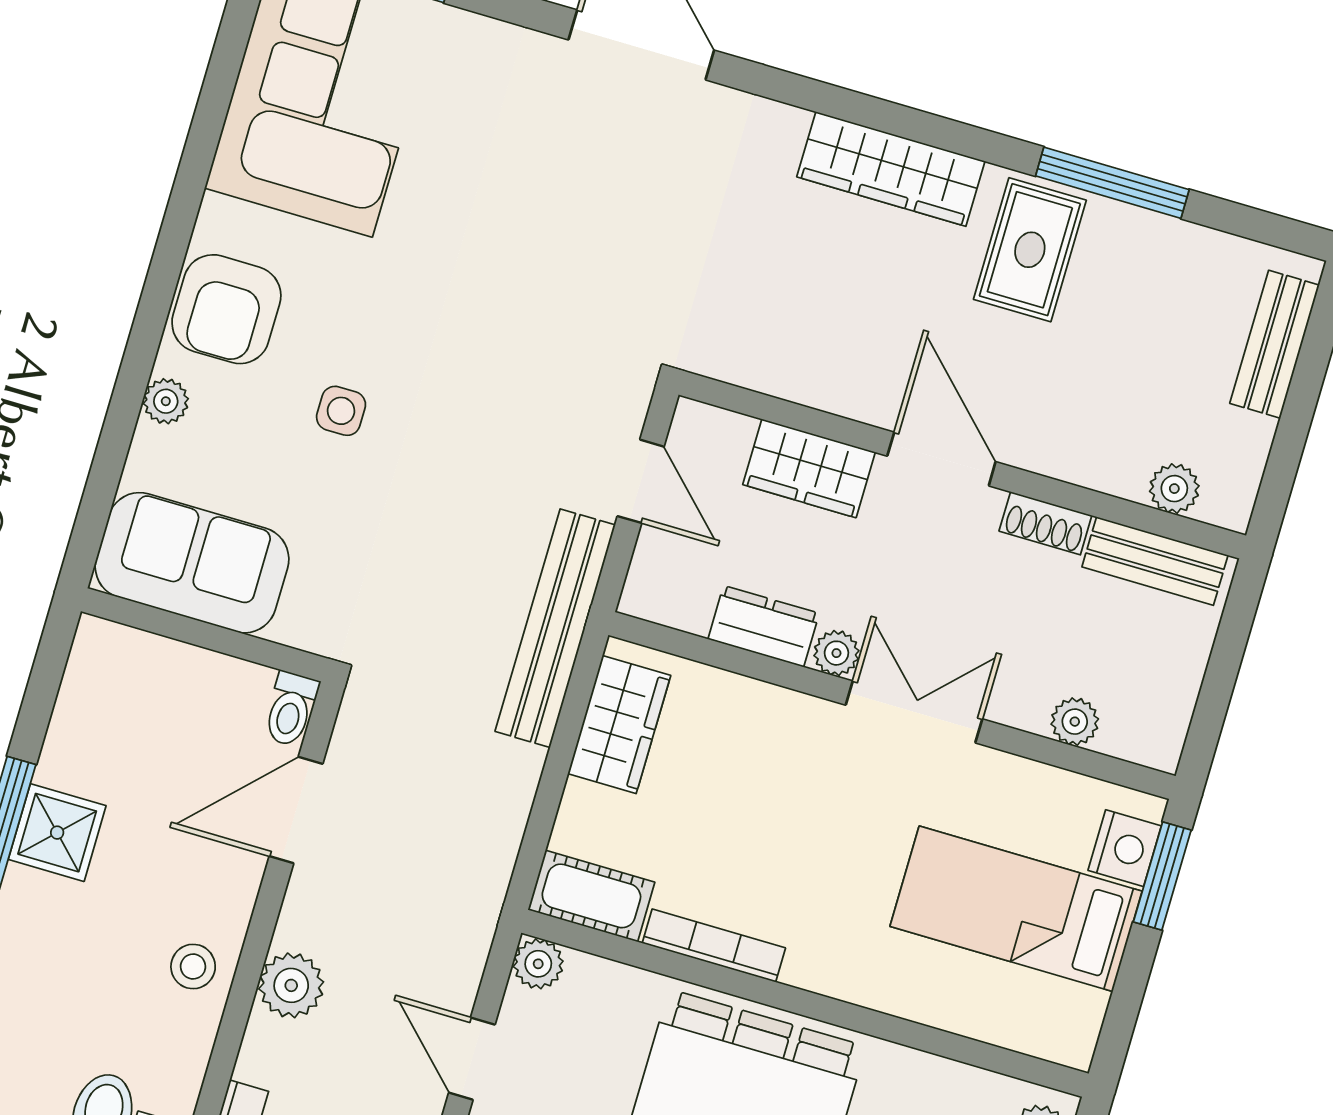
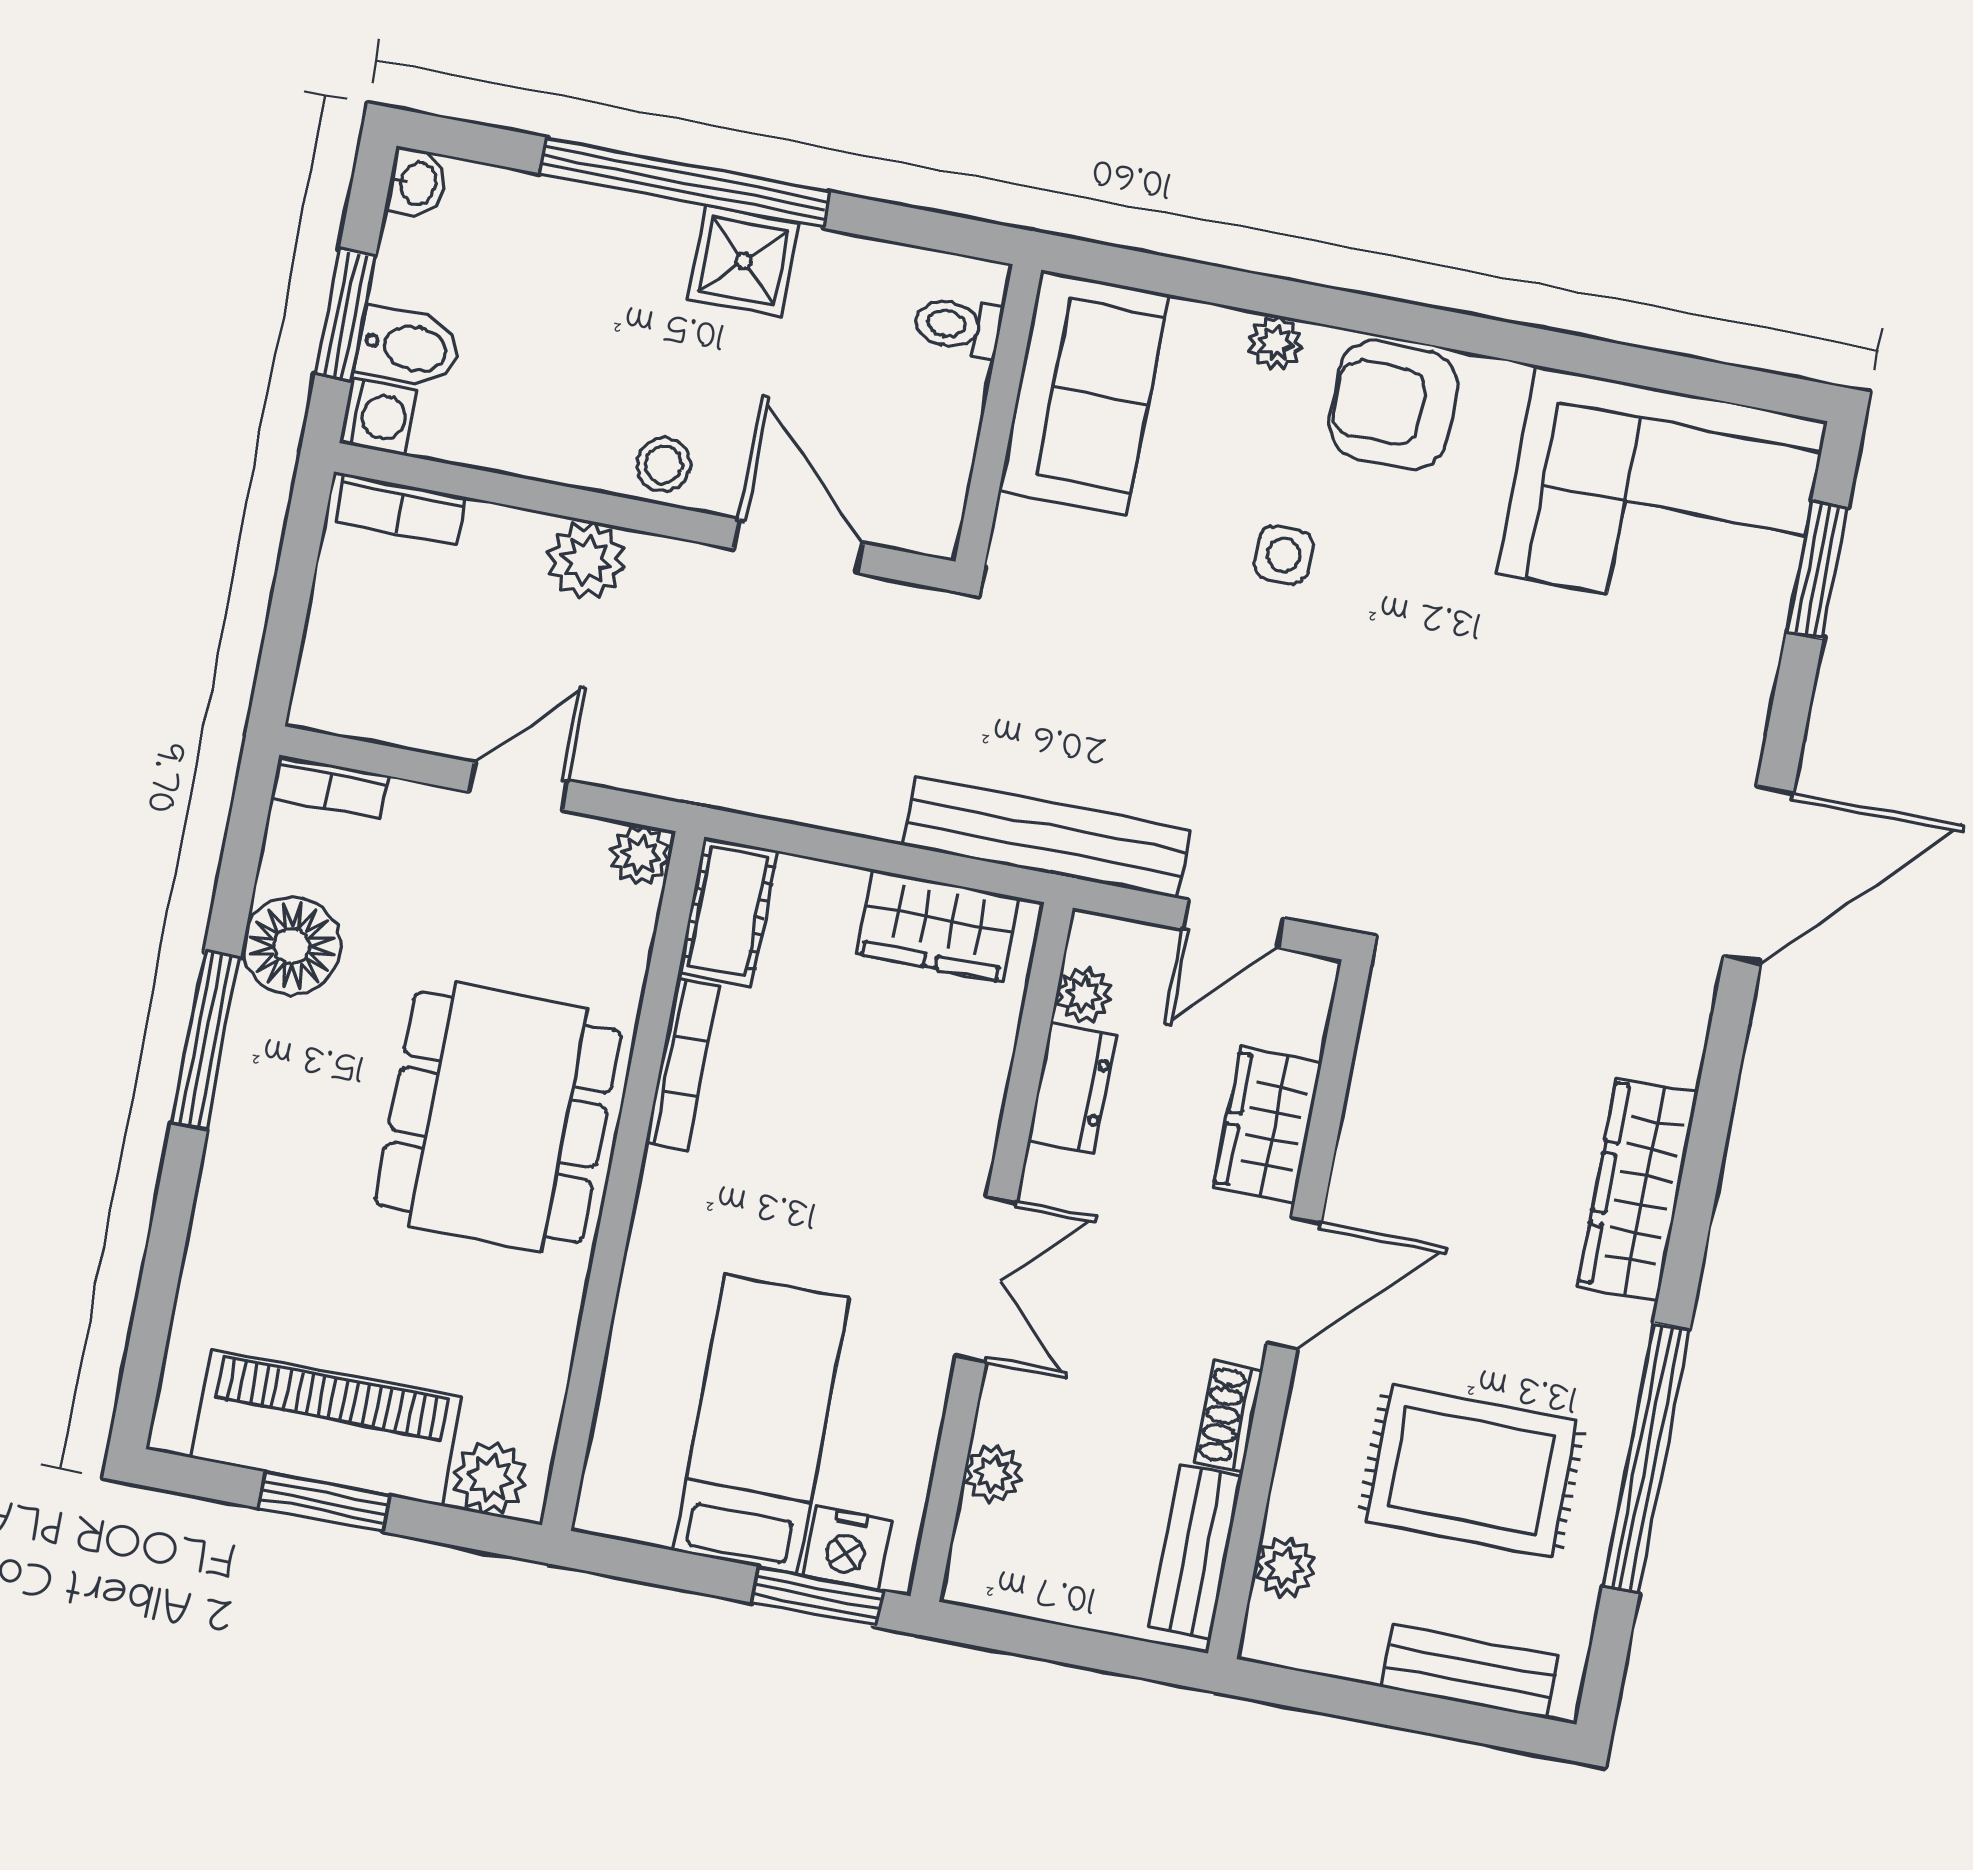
window: (1112, 183) -> (1646, 1458), width x1.46
rug: (1030, 250) -> (1471, 1471), moved, width x1.36, depth x1.43
plant: (836, 653) -> (1084, 995), moved
toilet: (291, 709) -> (958, 325), moved
stool: (193, 967) -> (664, 465), moved

